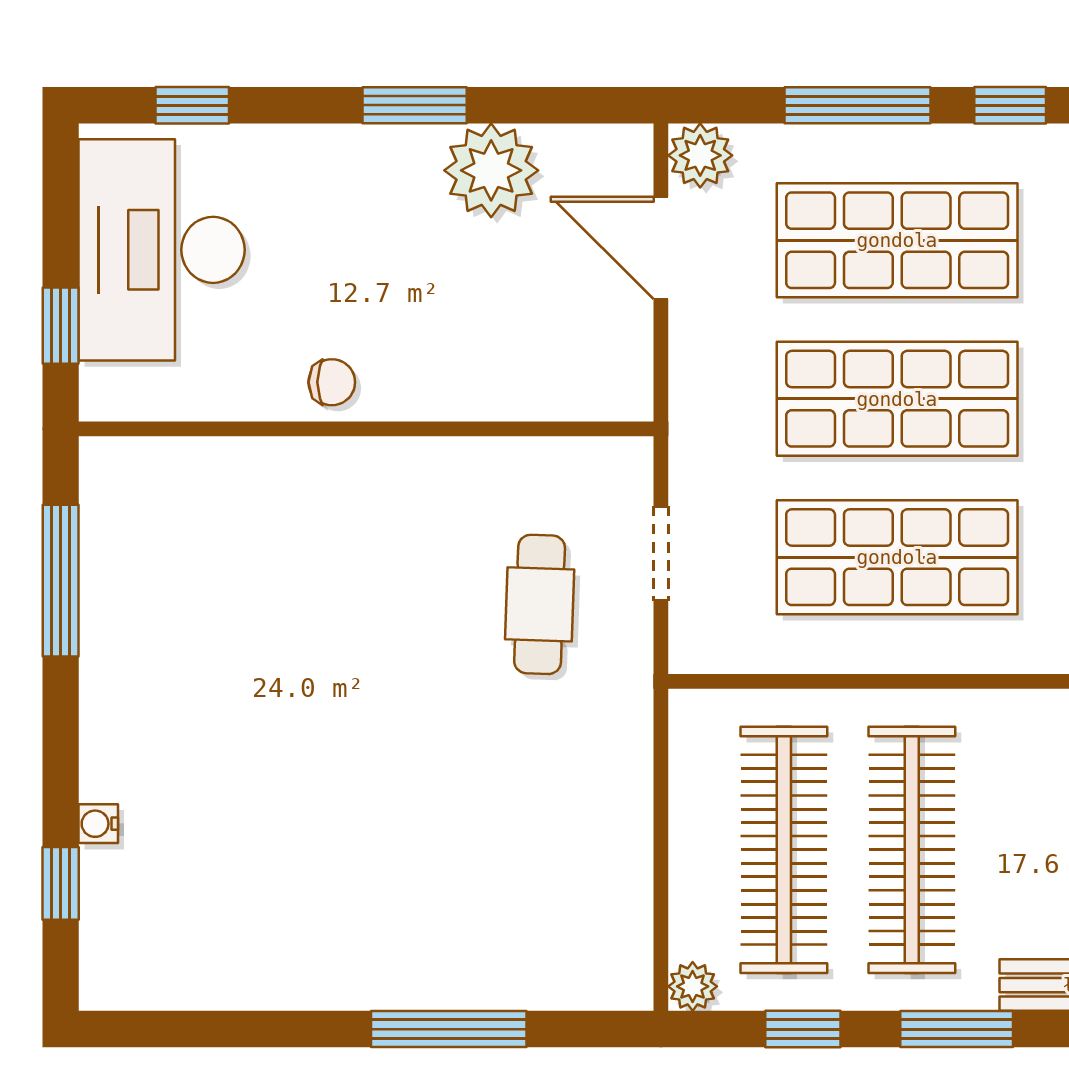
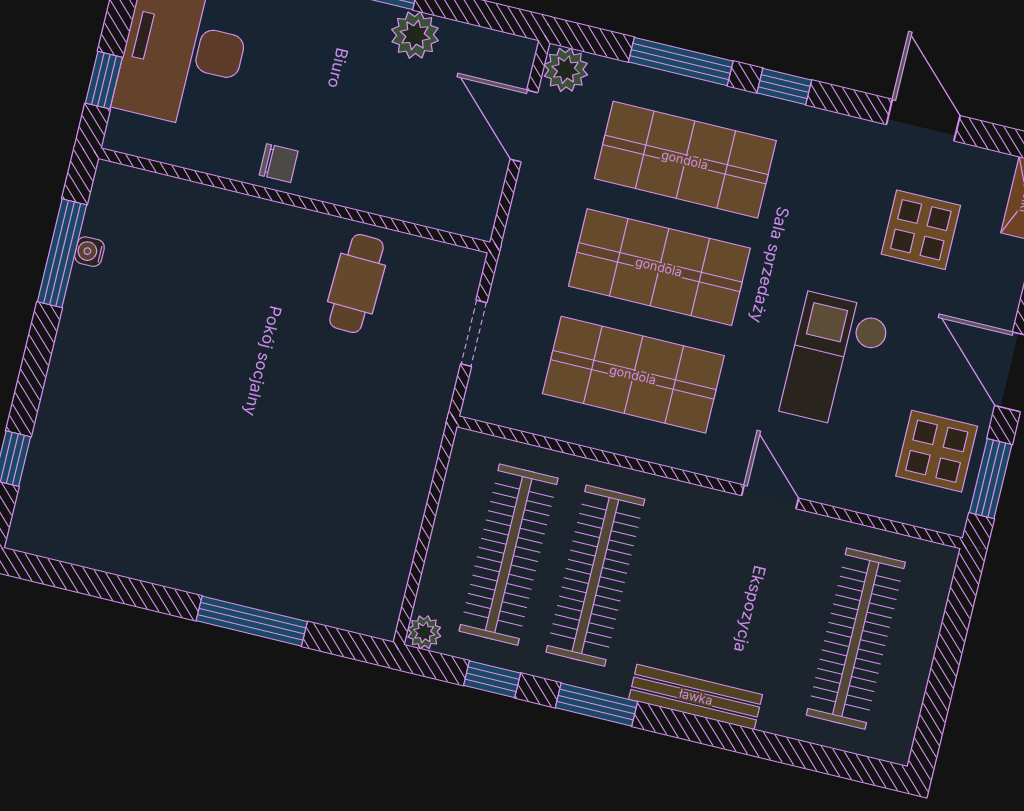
plant: (491, 170) -> (415, 35), width x0.73, depth x0.73
cafe table: (540, 604) -> (357, 284), moved
water cooler: (98, 824) -> (89, 252), moved

